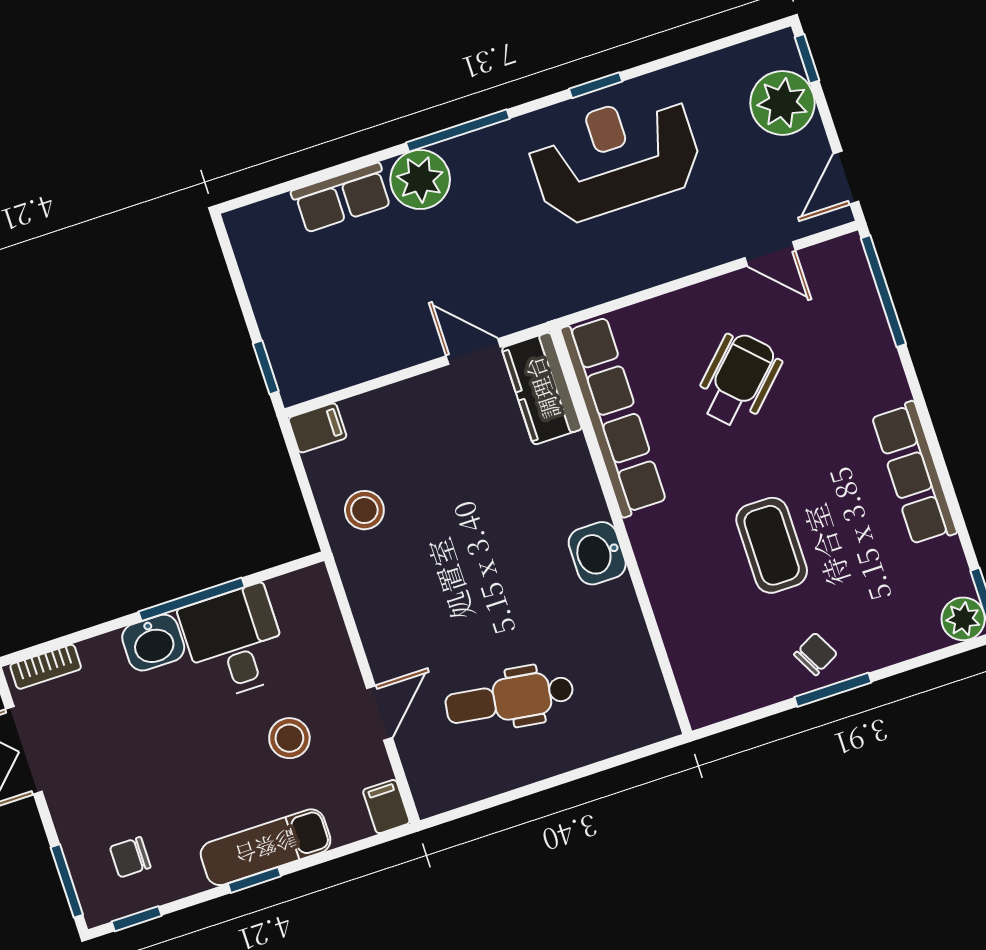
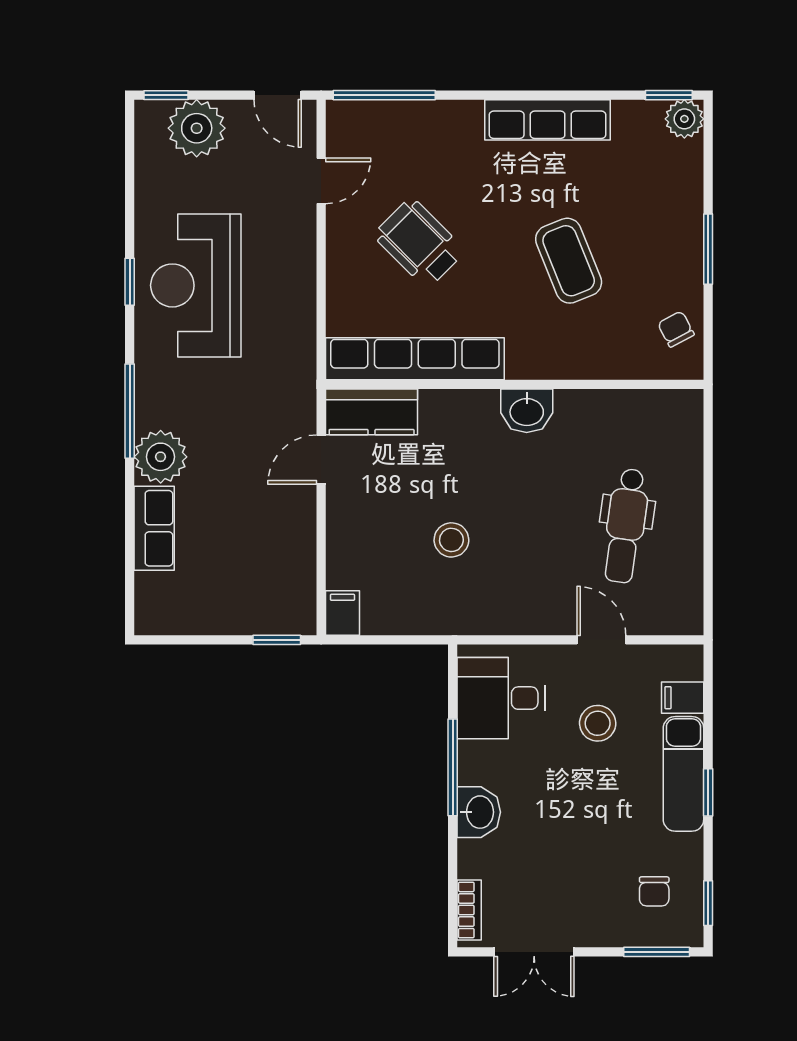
stool: (364, 510) -> (451, 540), moved
coffee table: (772, 545) -> (569, 261), turned 68
desk: (235, 642) -> (501, 698), moved
chair: (816, 654) -> (676, 329), moved
filing cabinet: (386, 807) -> (683, 698), moved

